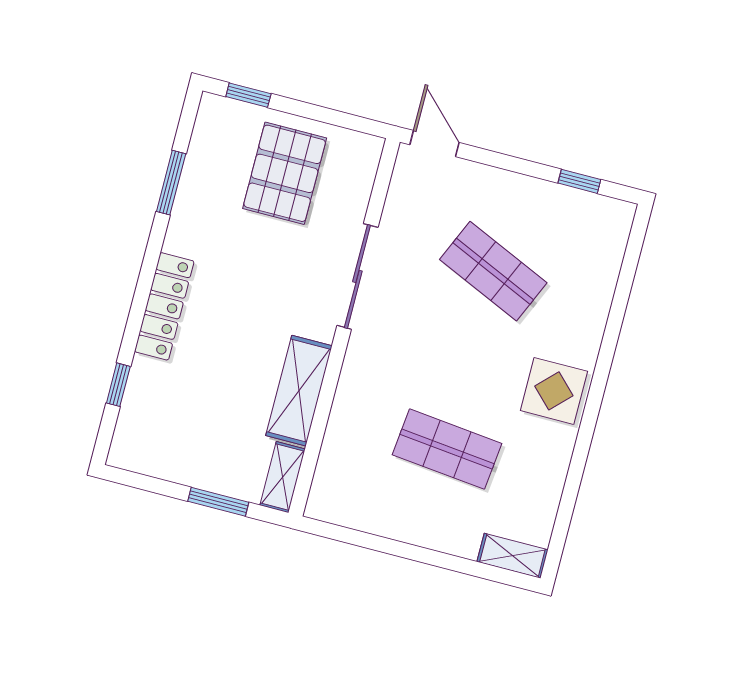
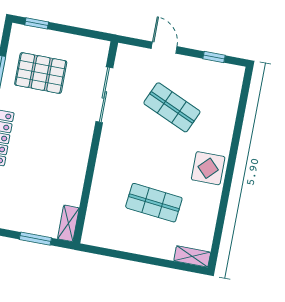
door: (434, 144) -> (164, 48), moved
pallet: (285, 173) -> (41, 73), moved, turned 90
sliding door: (357, 276) -> (104, 95), moved
shelving: (299, 391) -> (74, 177), removed

